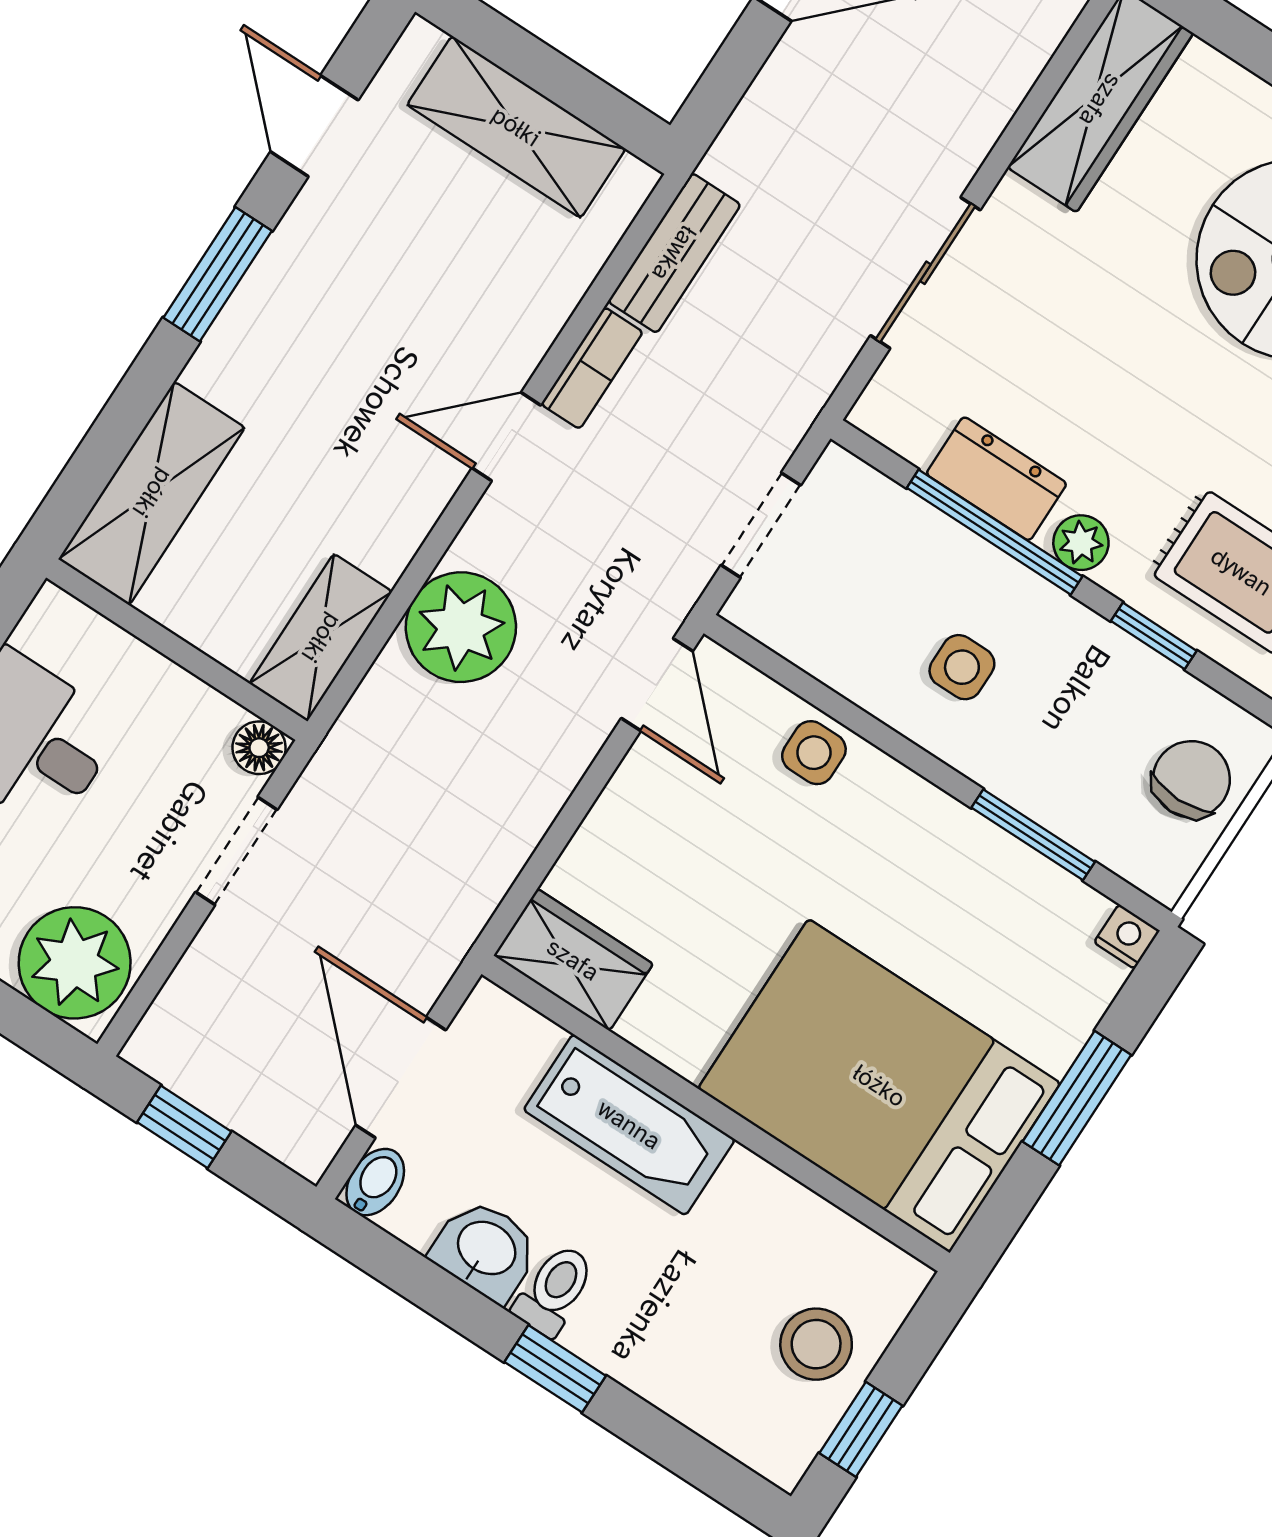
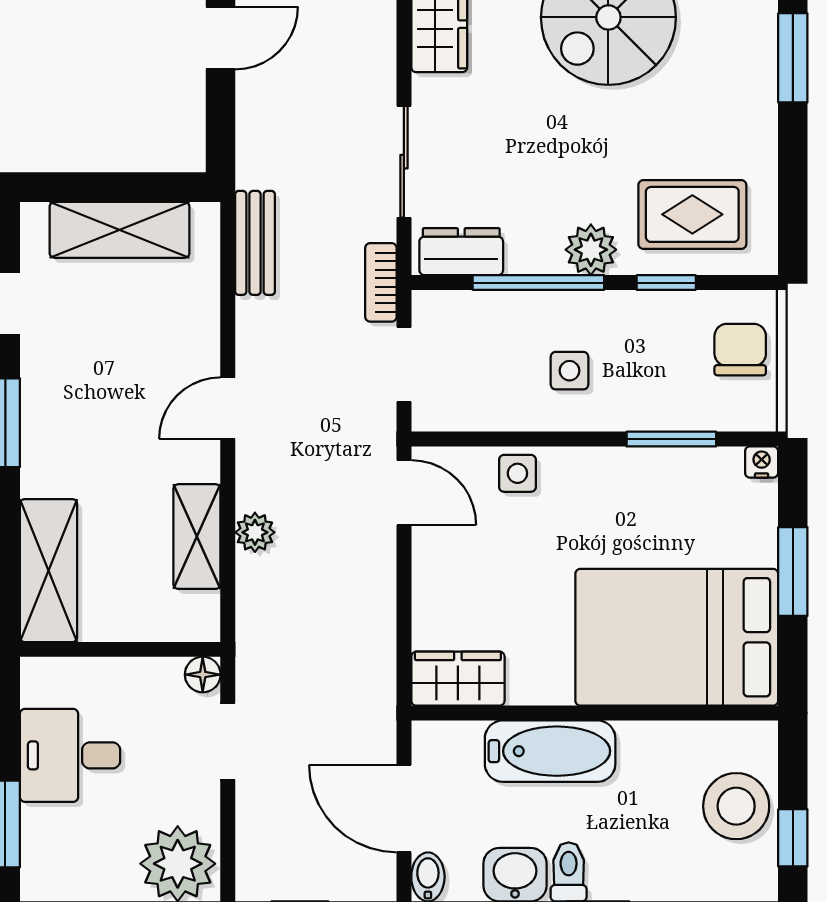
bookcase: (592, 368) -> (381, 282), moved, turned 180
dresser: (996, 479) -> (461, 252), moved
plant: (1081, 543) -> (591, 250), width x1.38, depth x1.38
plant: (461, 627) -> (255, 532), width x0.53, depth x0.53
shelving: (321, 638) -> (197, 537), moved
stool: (816, 1344) -> (736, 806), width x1.38, depth x1.38

